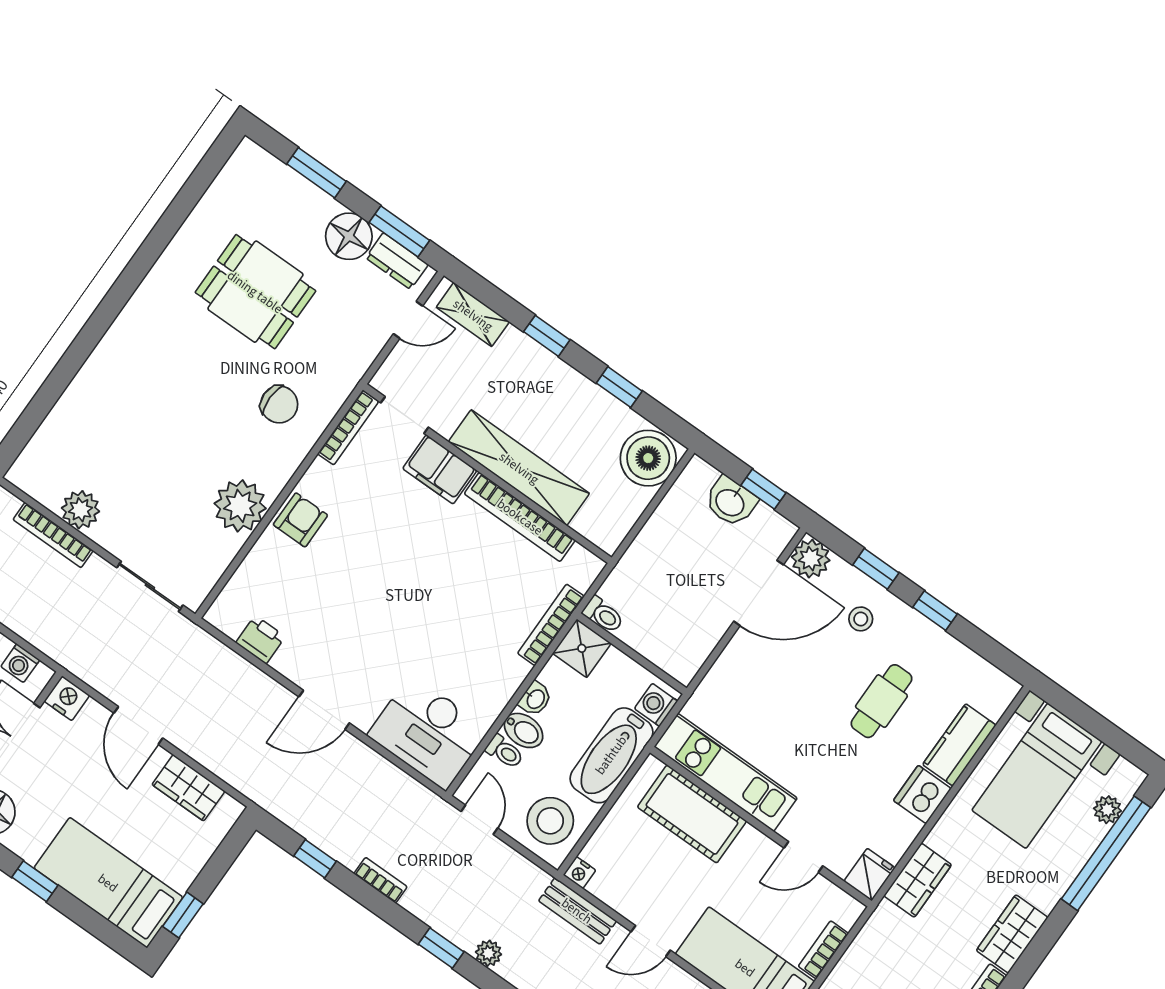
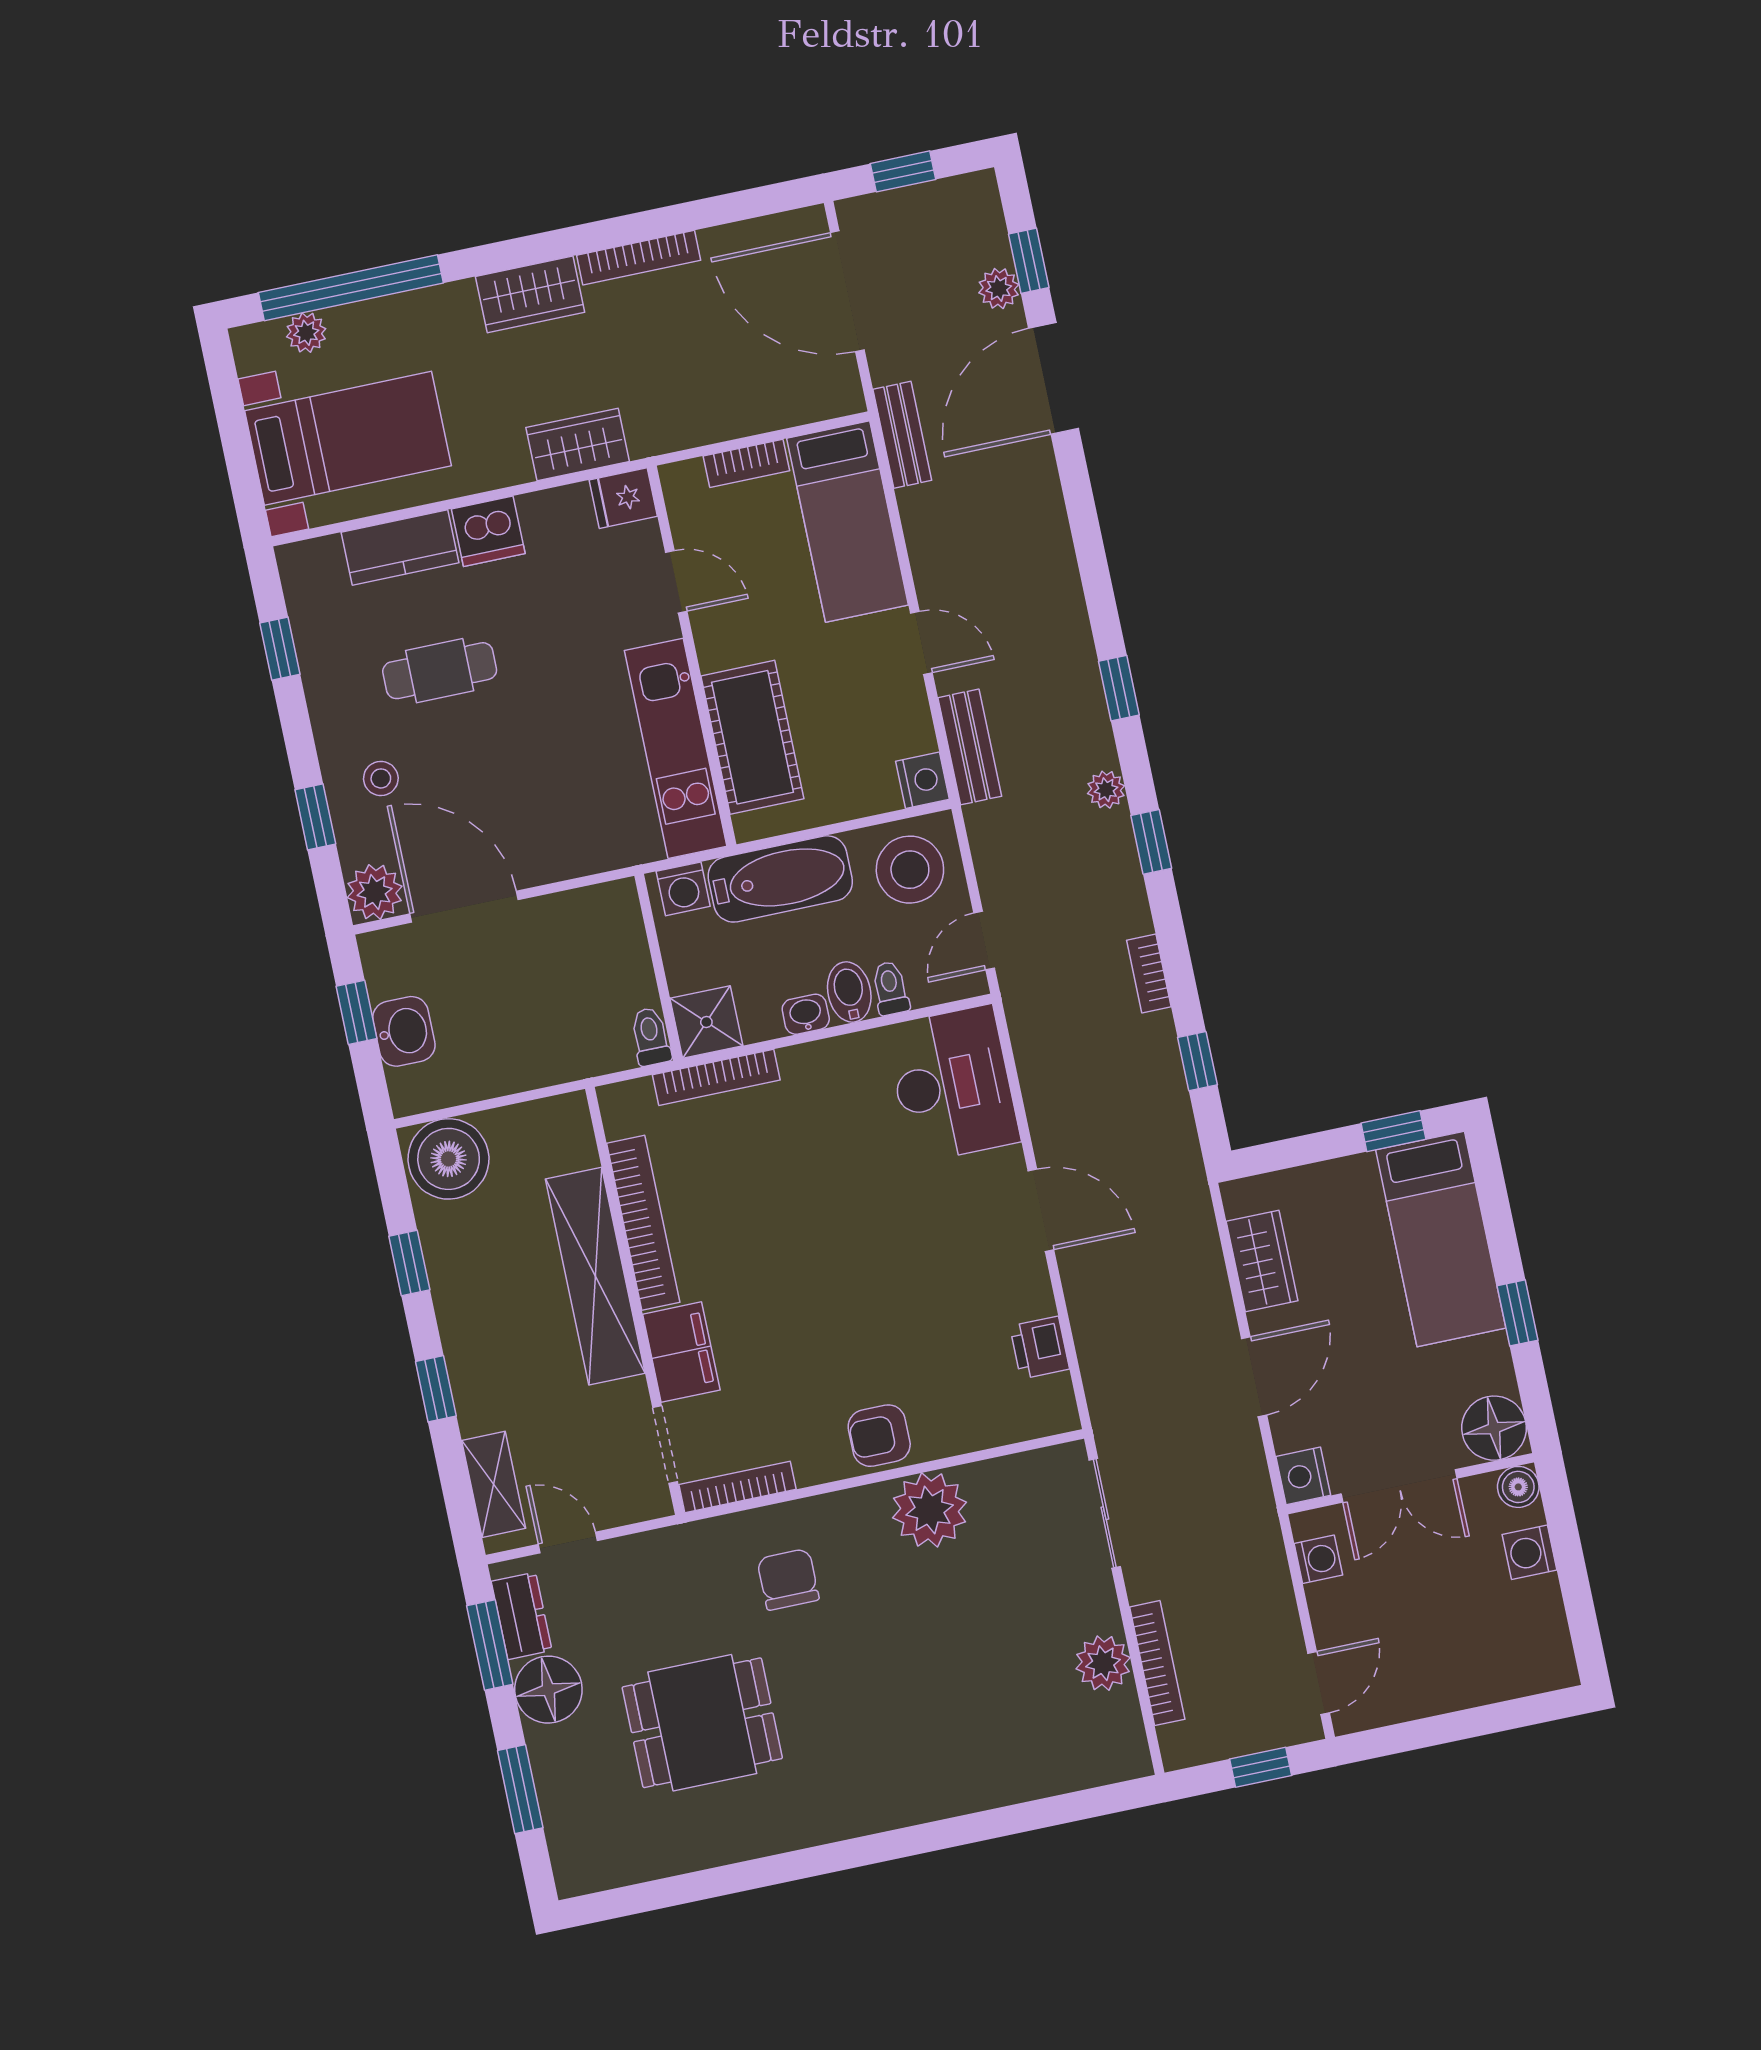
dining table: (255, 292) -> (702, 1723), turned 90
window: (935, 611) -> (280, 649), moved
nightstand: (580, 873) -> (922, 780), width x1.39, depth x1.35

